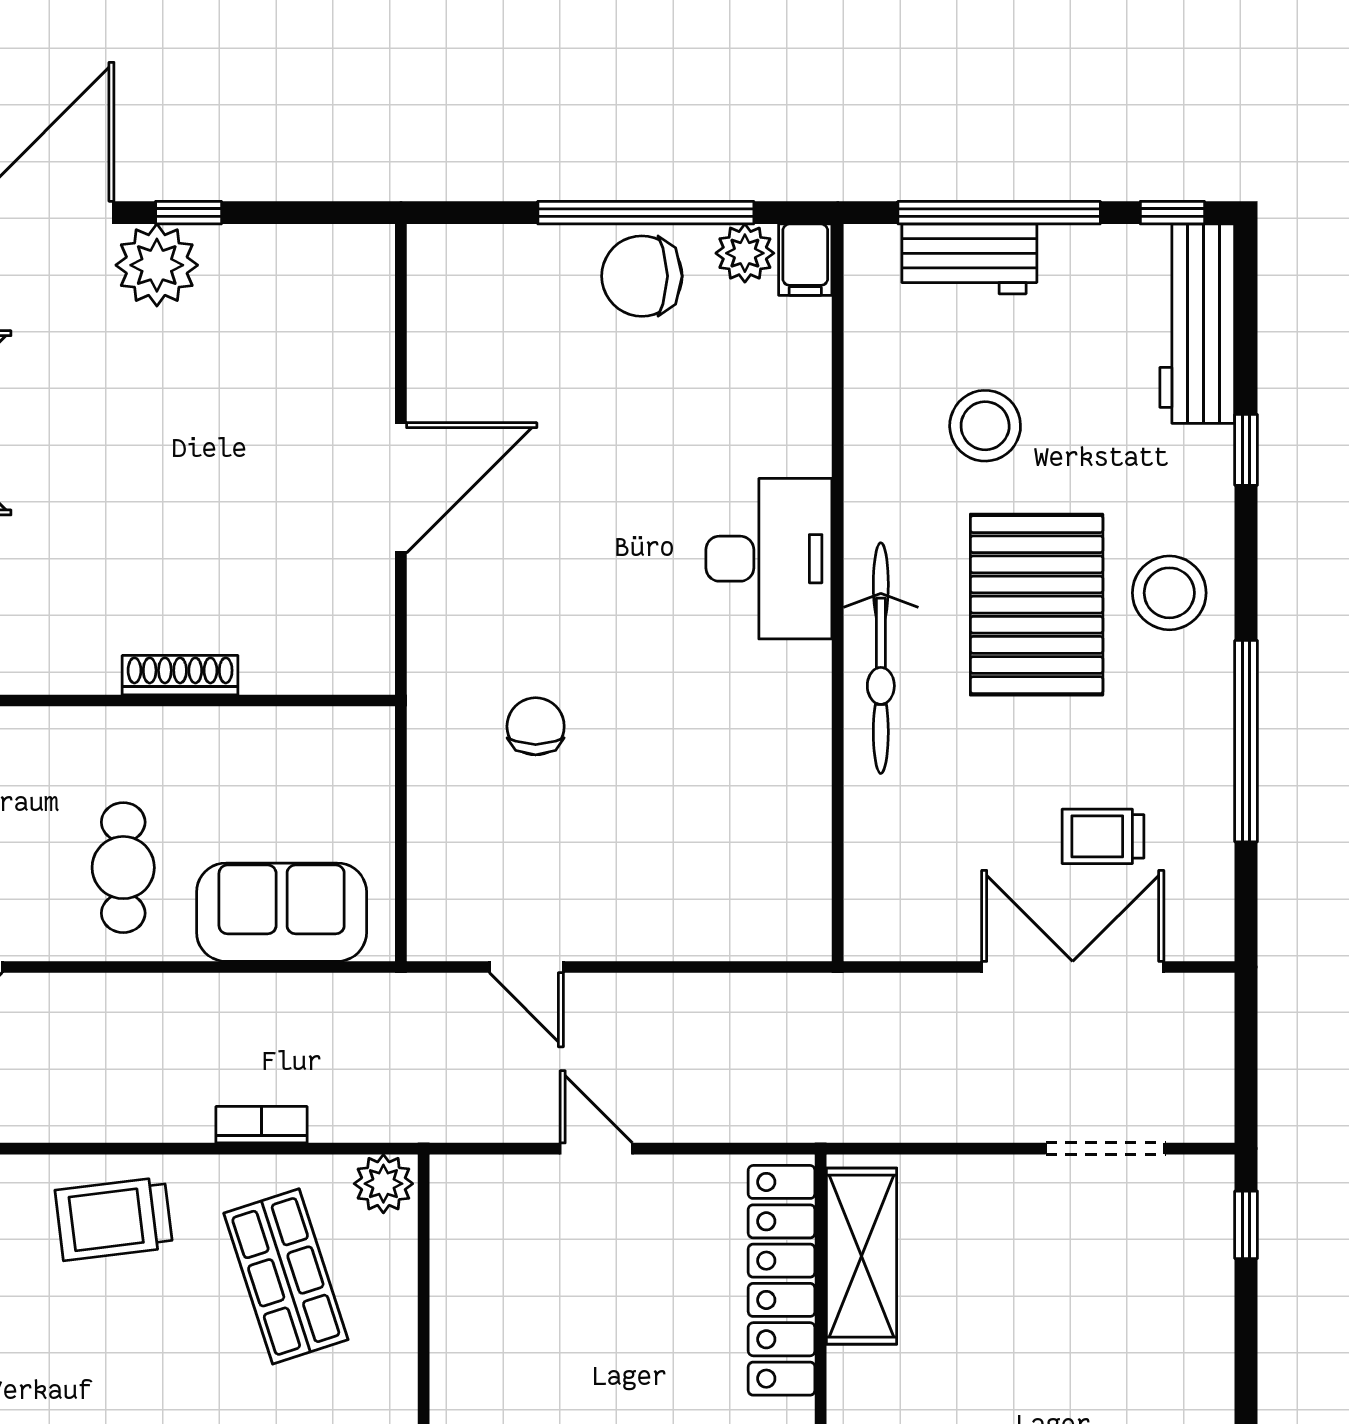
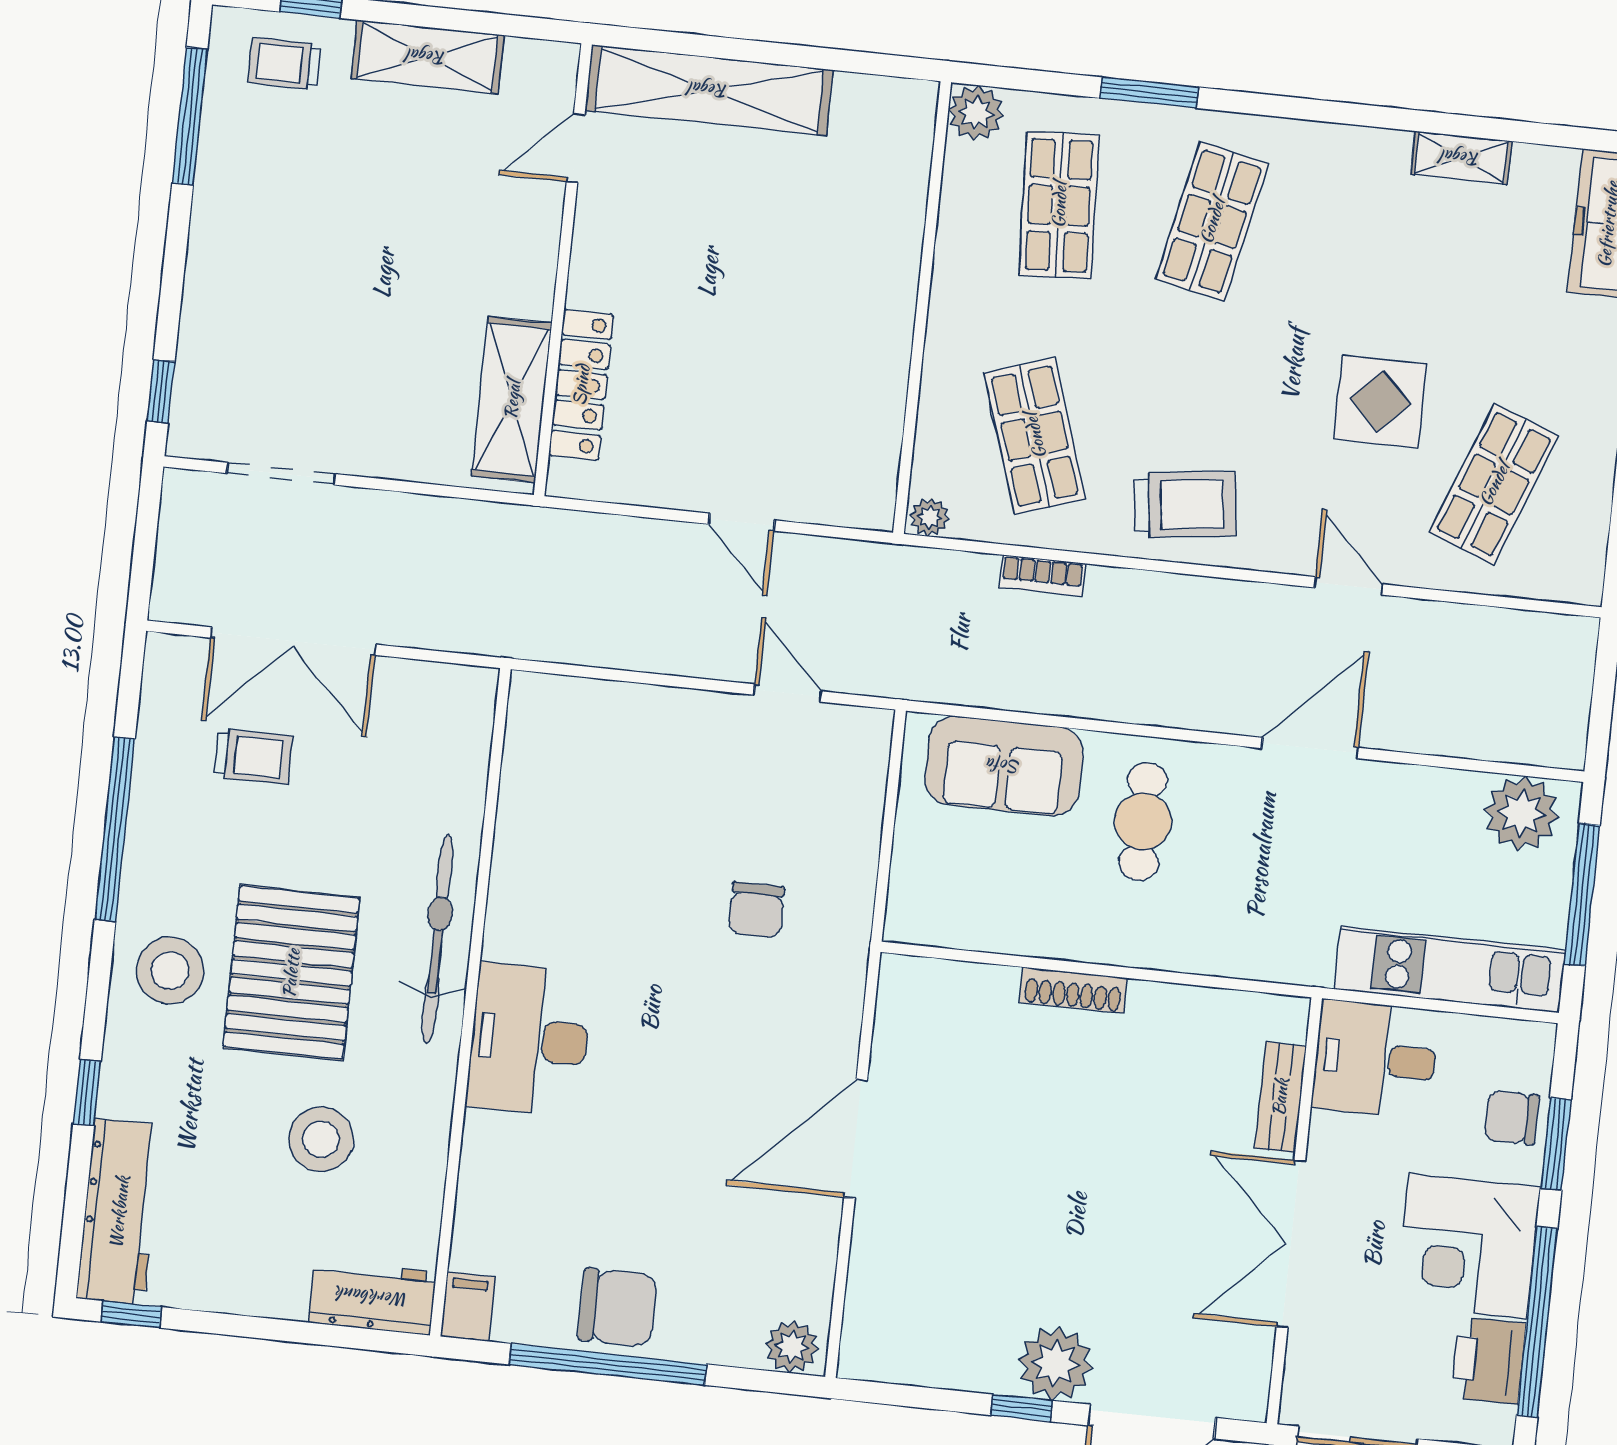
window: (999, 213) -> (288, 1331), removed
plant: (745, 253) -> (792, 1347), moved
workbench: (969, 259) -> (372, 1297), moved
plant: (383, 1184) -> (930, 517), width x0.73, depth x0.73
locker: (782, 1280) -> (581, 385), width x0.71, depth x0.83

